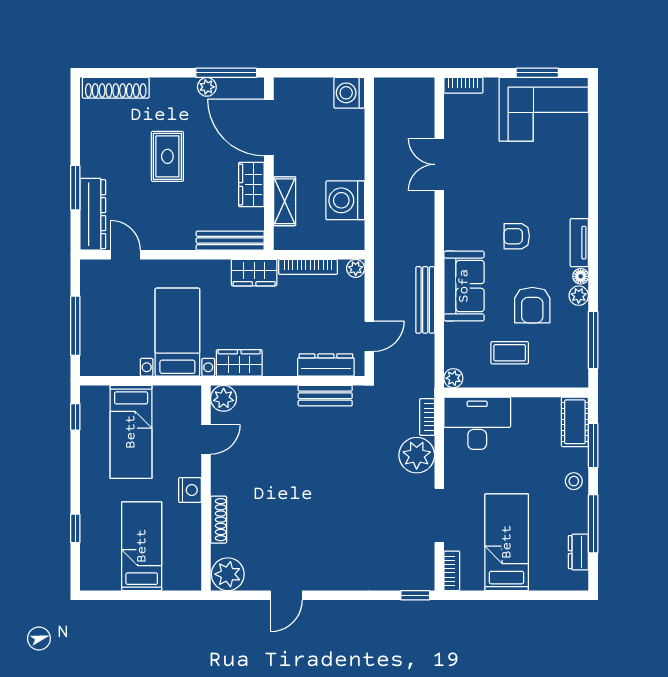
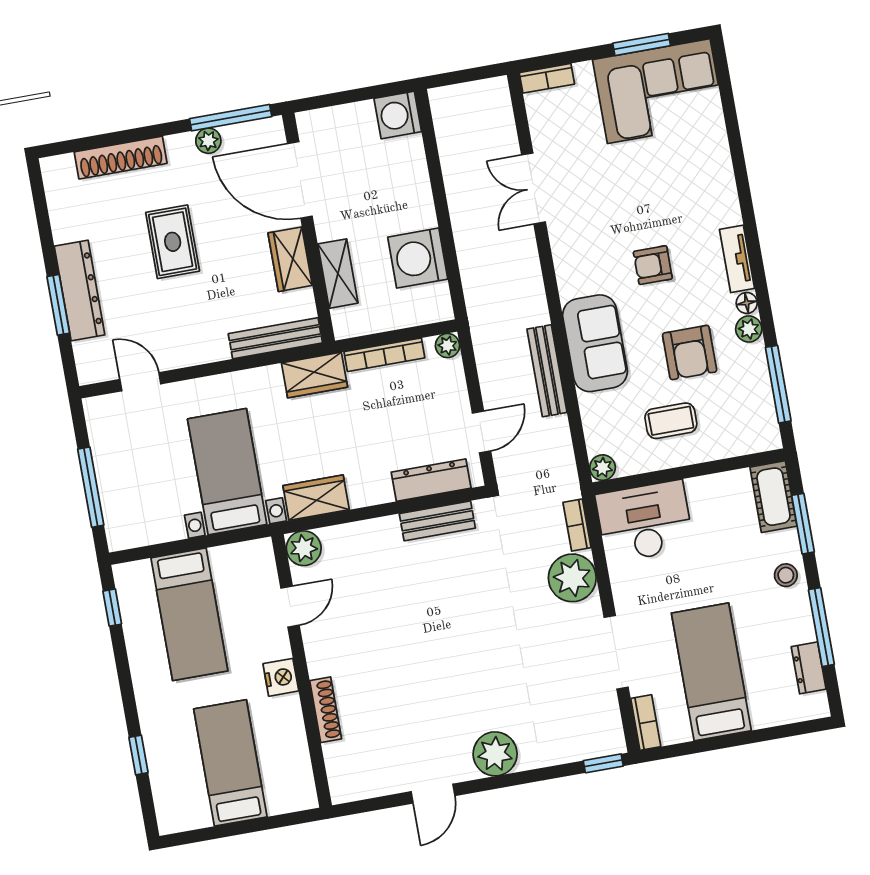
shoe rack: (116, 88) -> (121, 158), moved
dresser: (93, 214) -> (80, 291), moved
plant: (228, 574) -> (495, 754), moved

